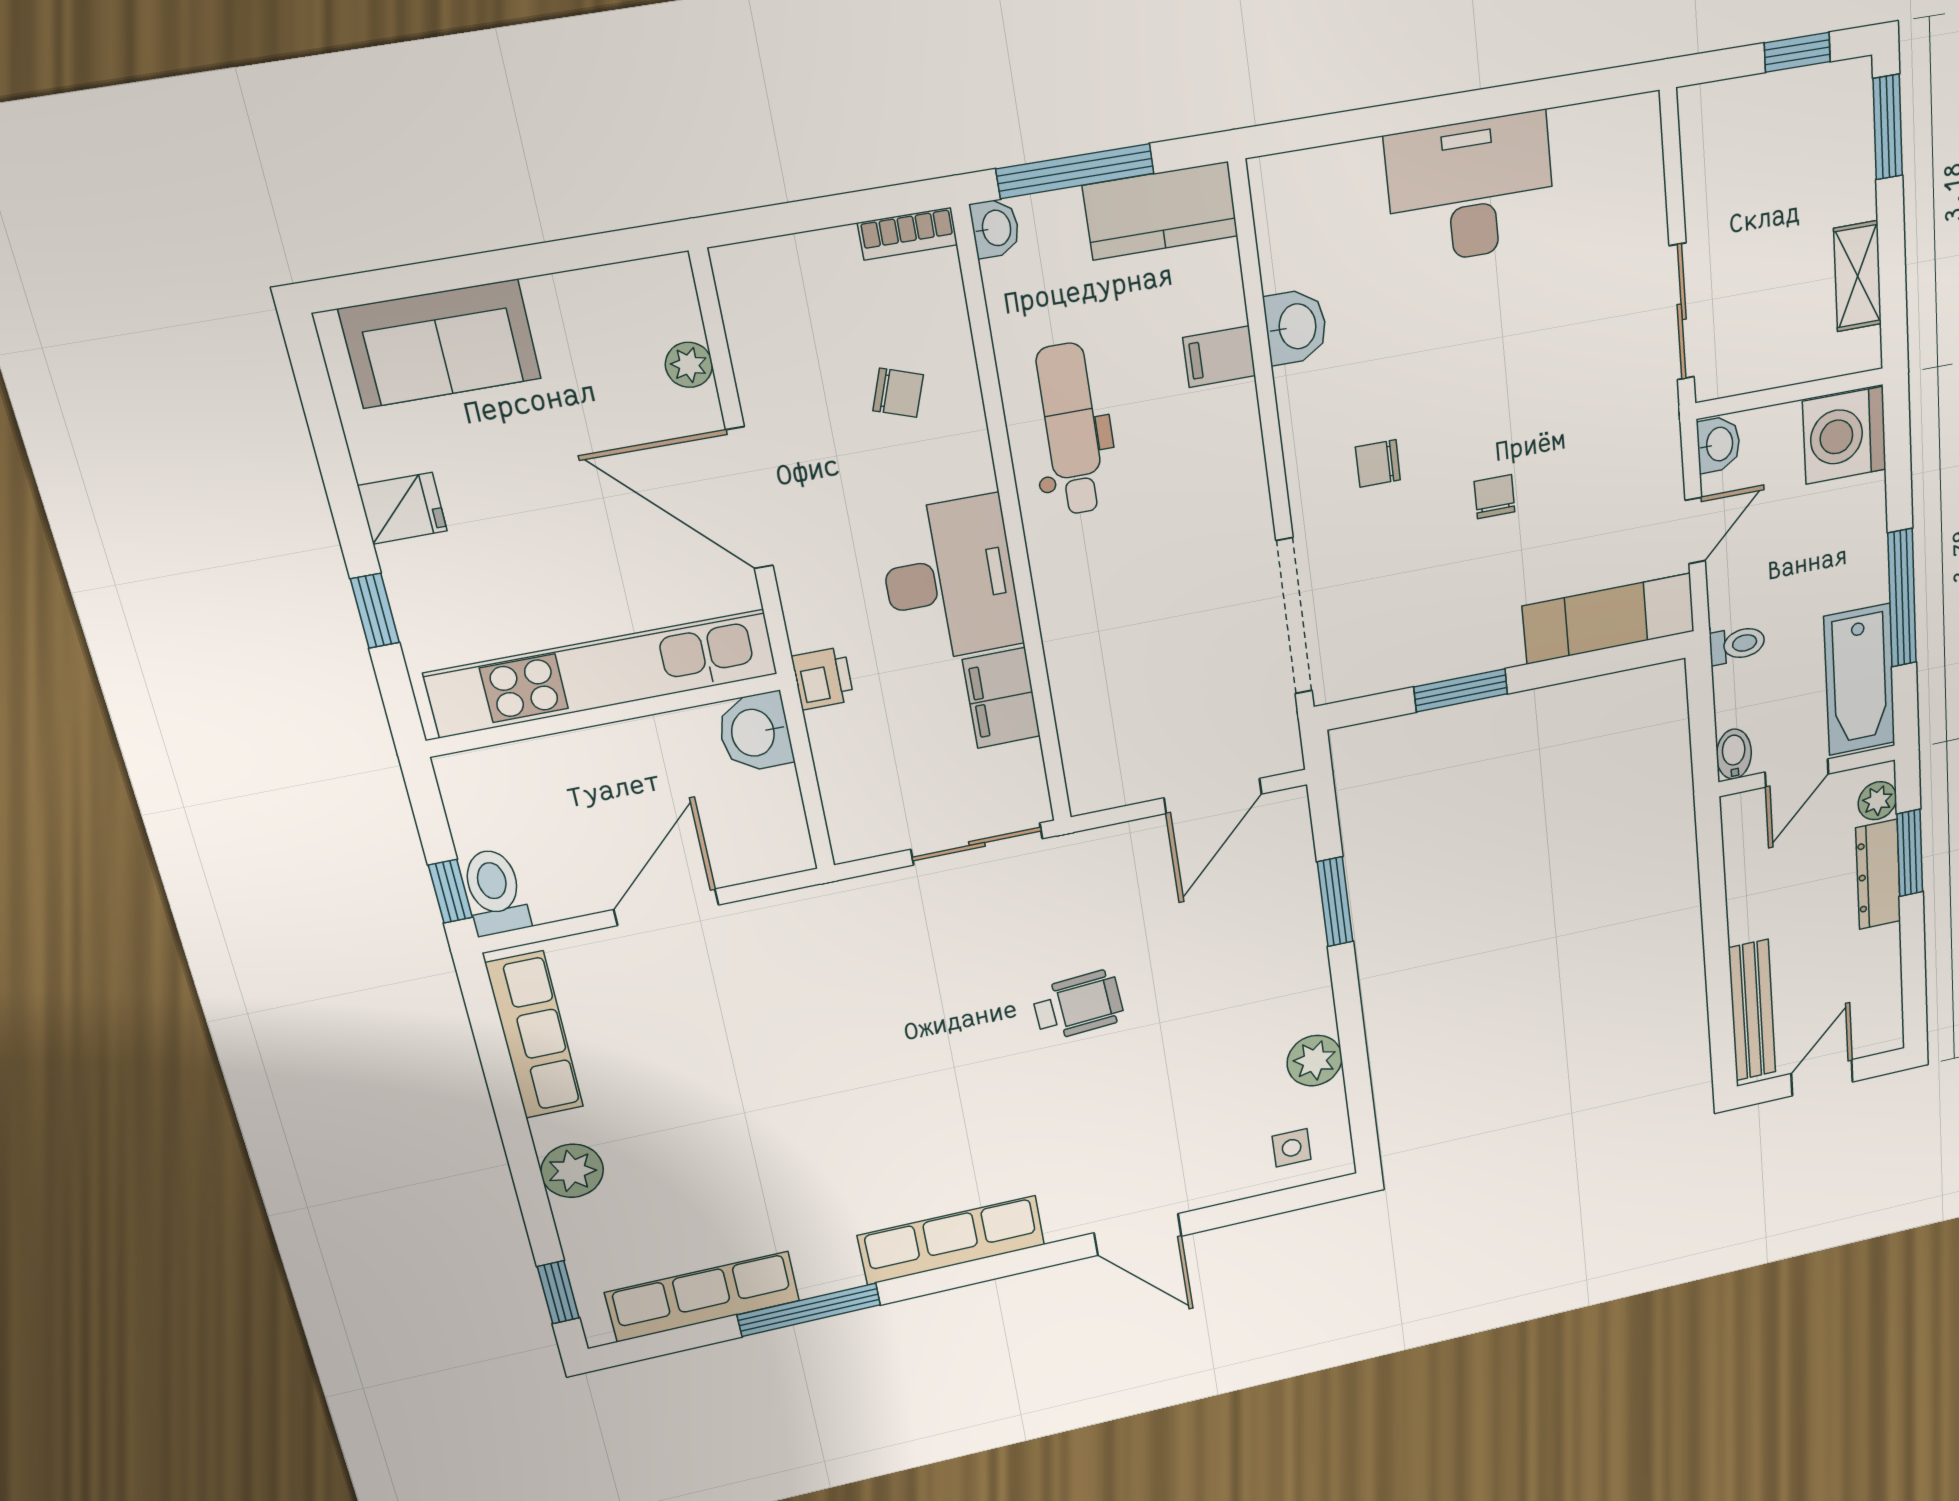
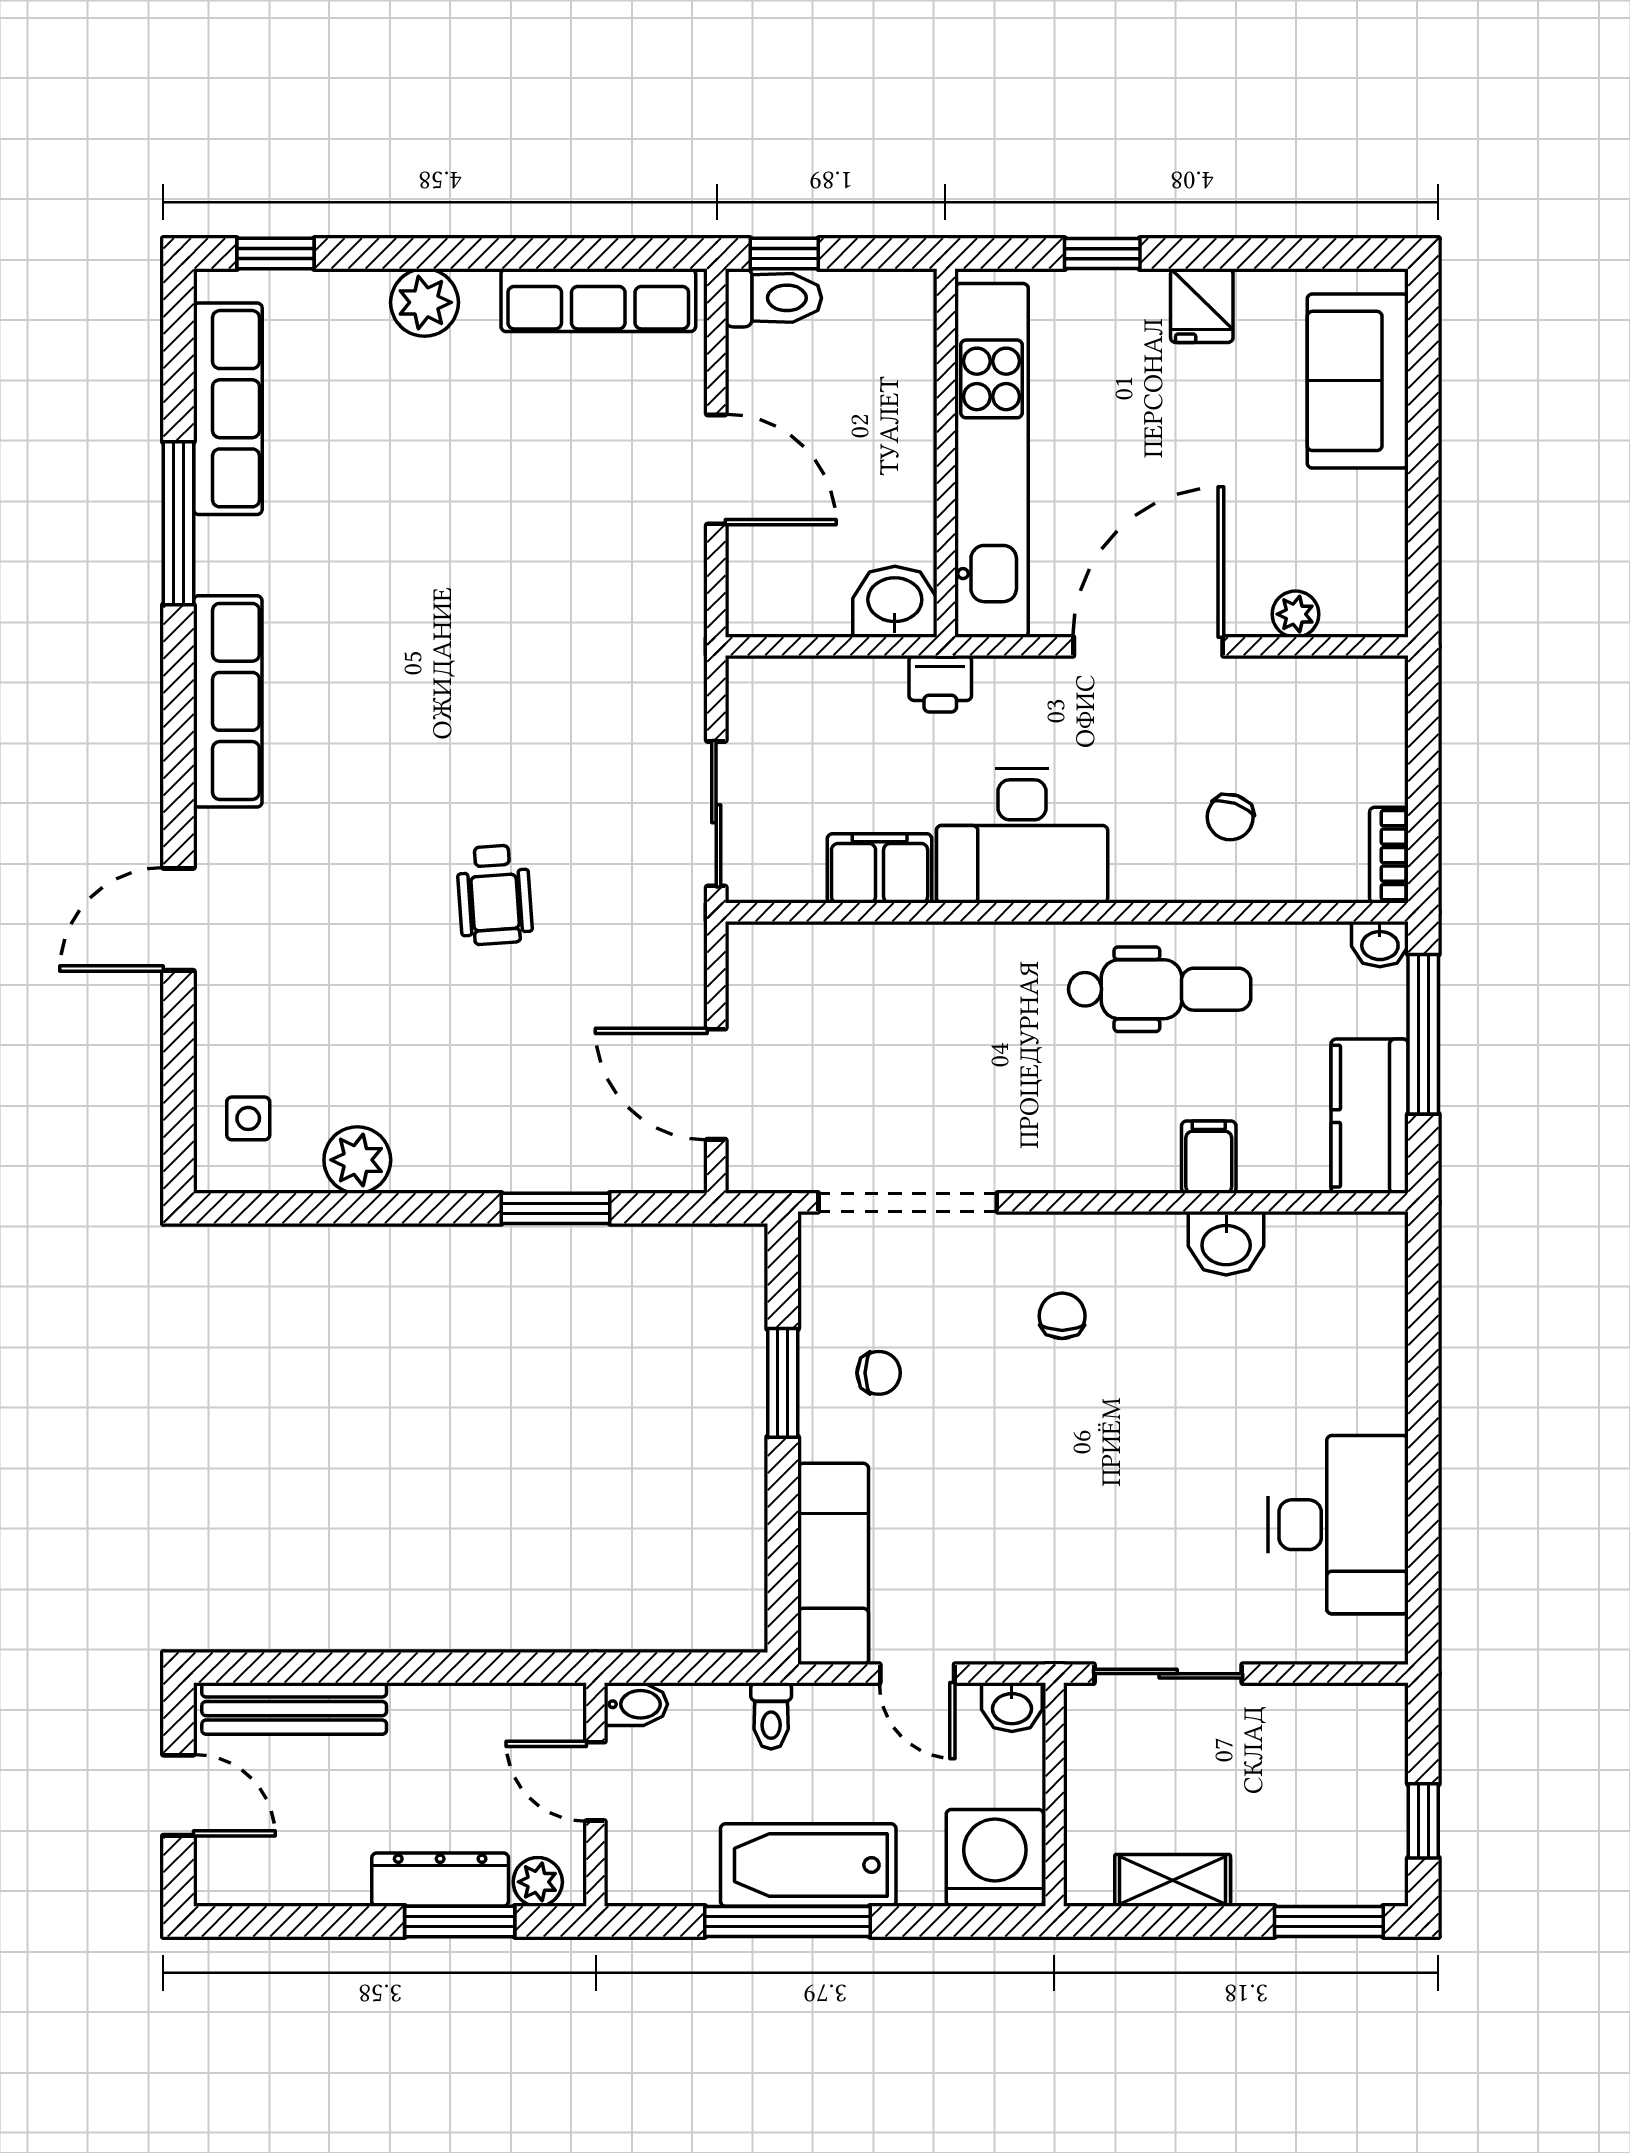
desk: (1471, 189) -> (1338, 1525), moved
chair: (1495, 497) -> (879, 1373), moved
bathtub: (1860, 680) -> (808, 1865), moved

